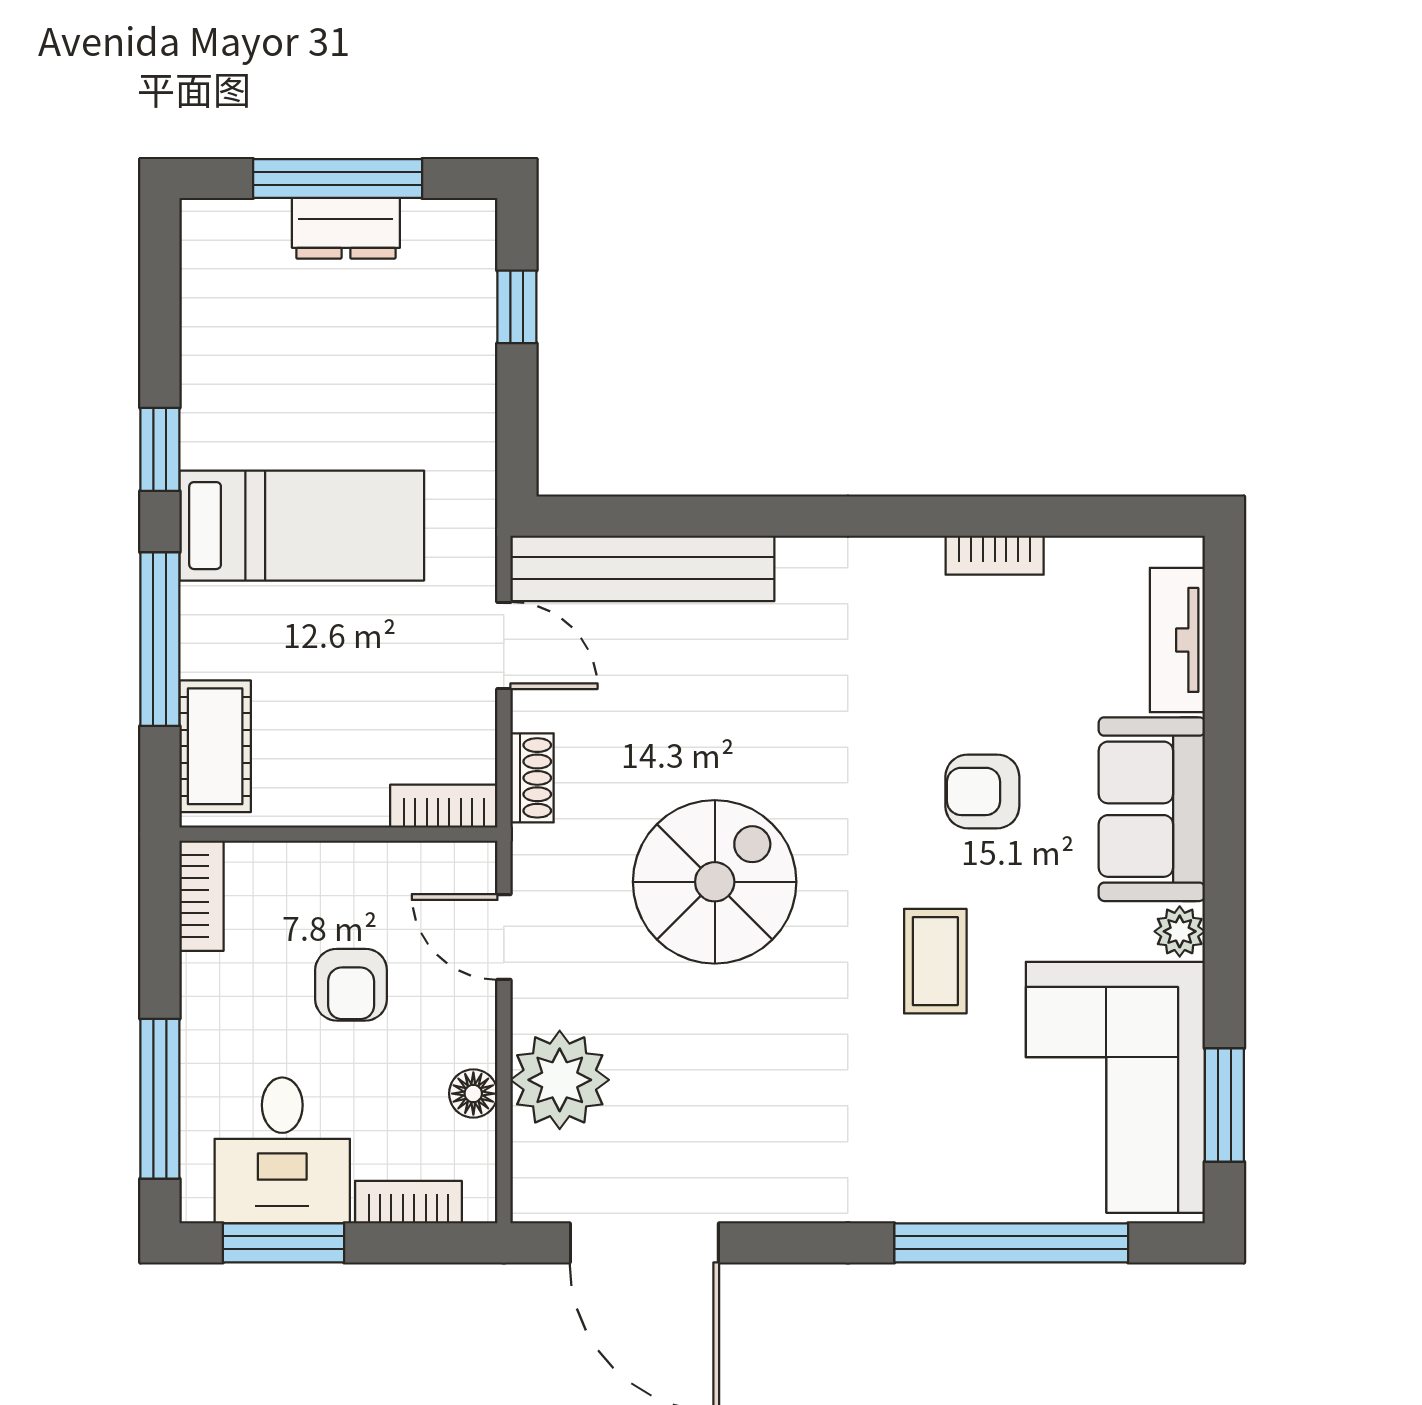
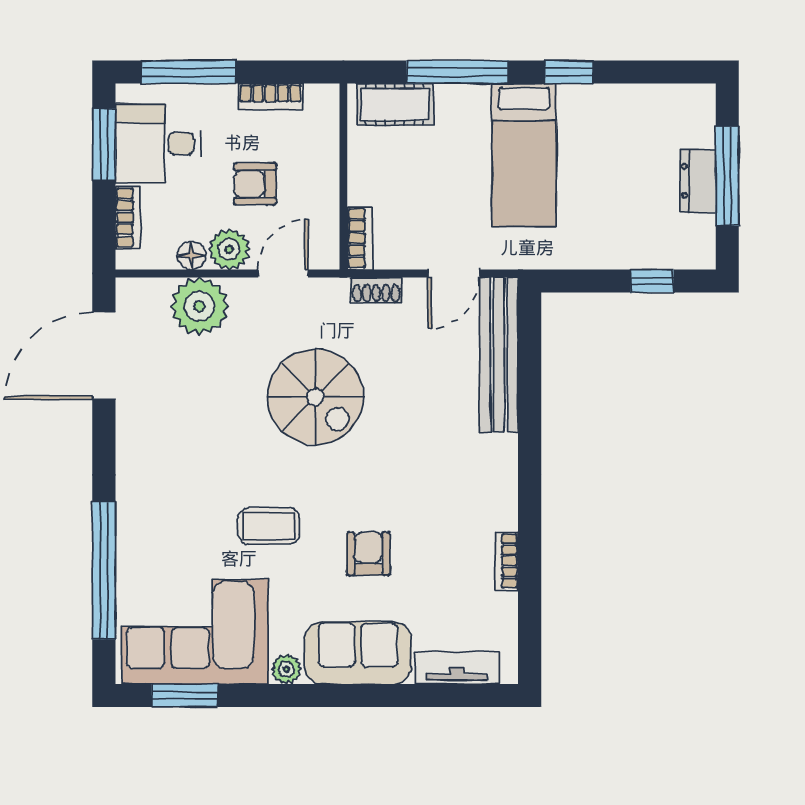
bookcase: (201, 896) -> (271, 96), moved
plant: (462, 1029) -> (229, 249), added

